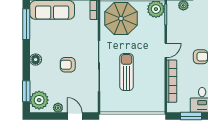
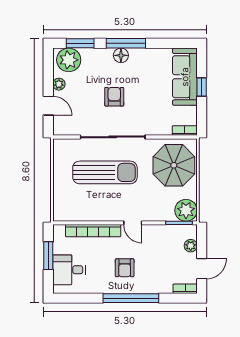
window: (26, 24) -> (126, 43), moved
sun lounger: (126, 72) -> (105, 172), width x1.36, depth x1.34
door: (75, 116) -> (48, 106), hinge flipped

